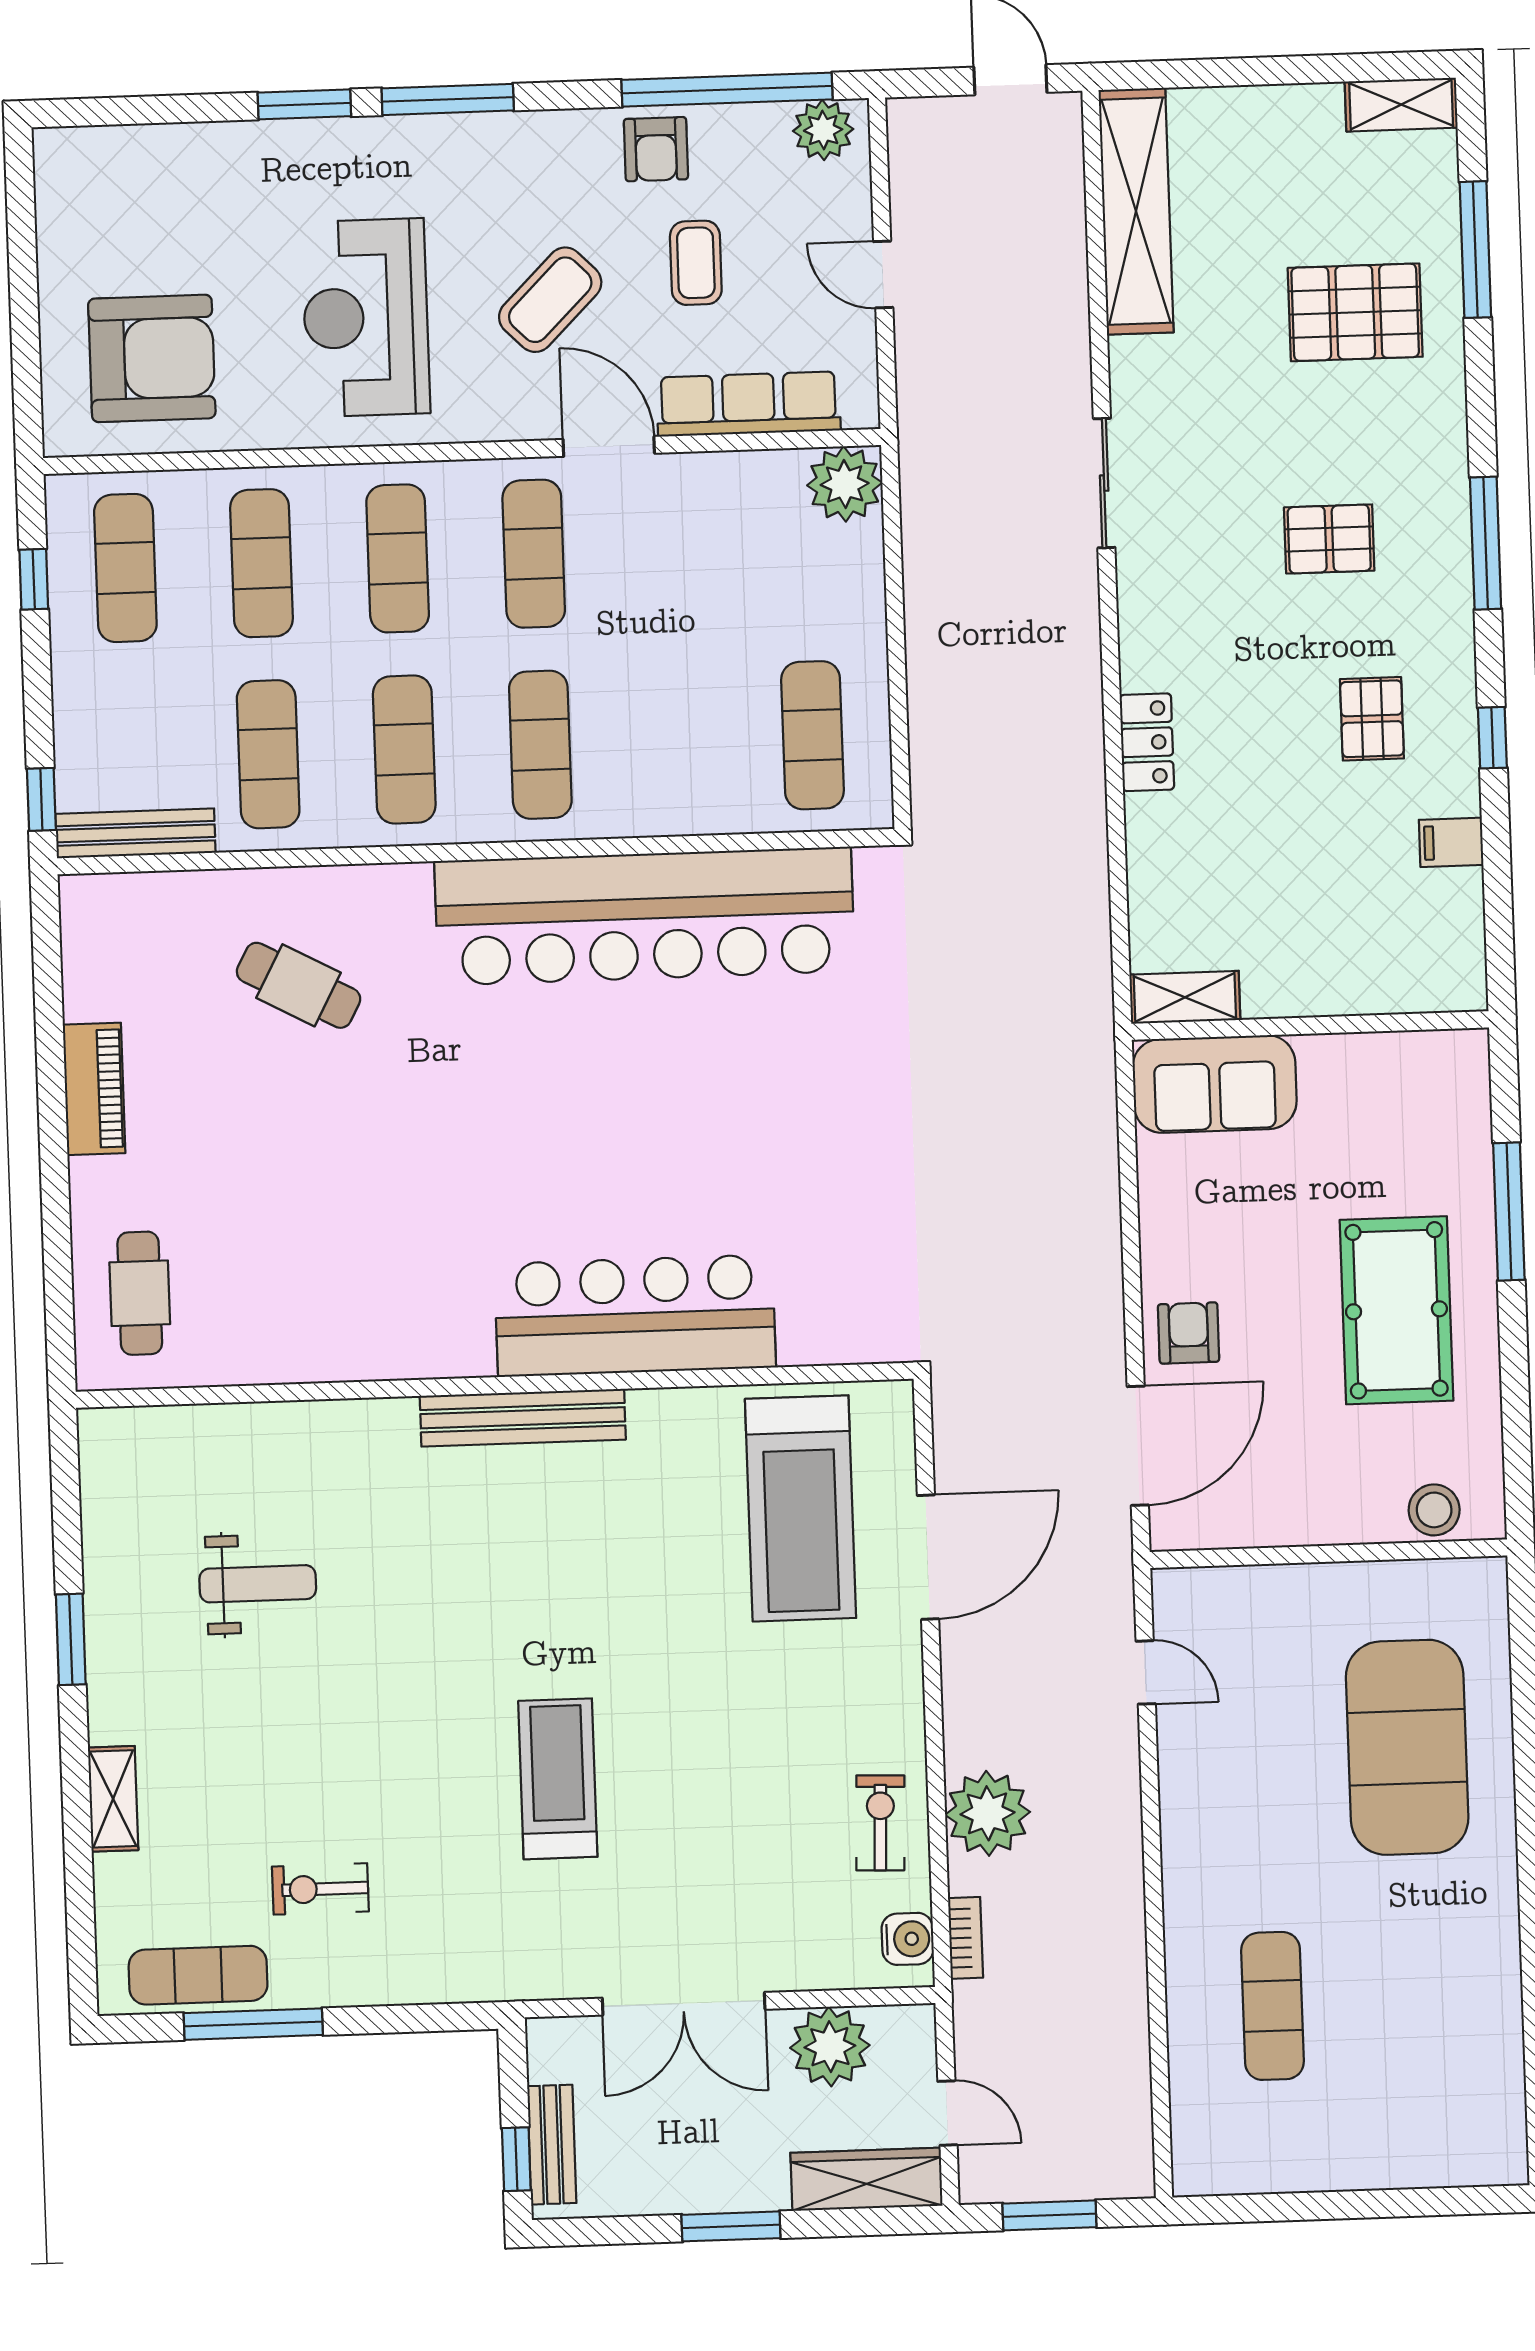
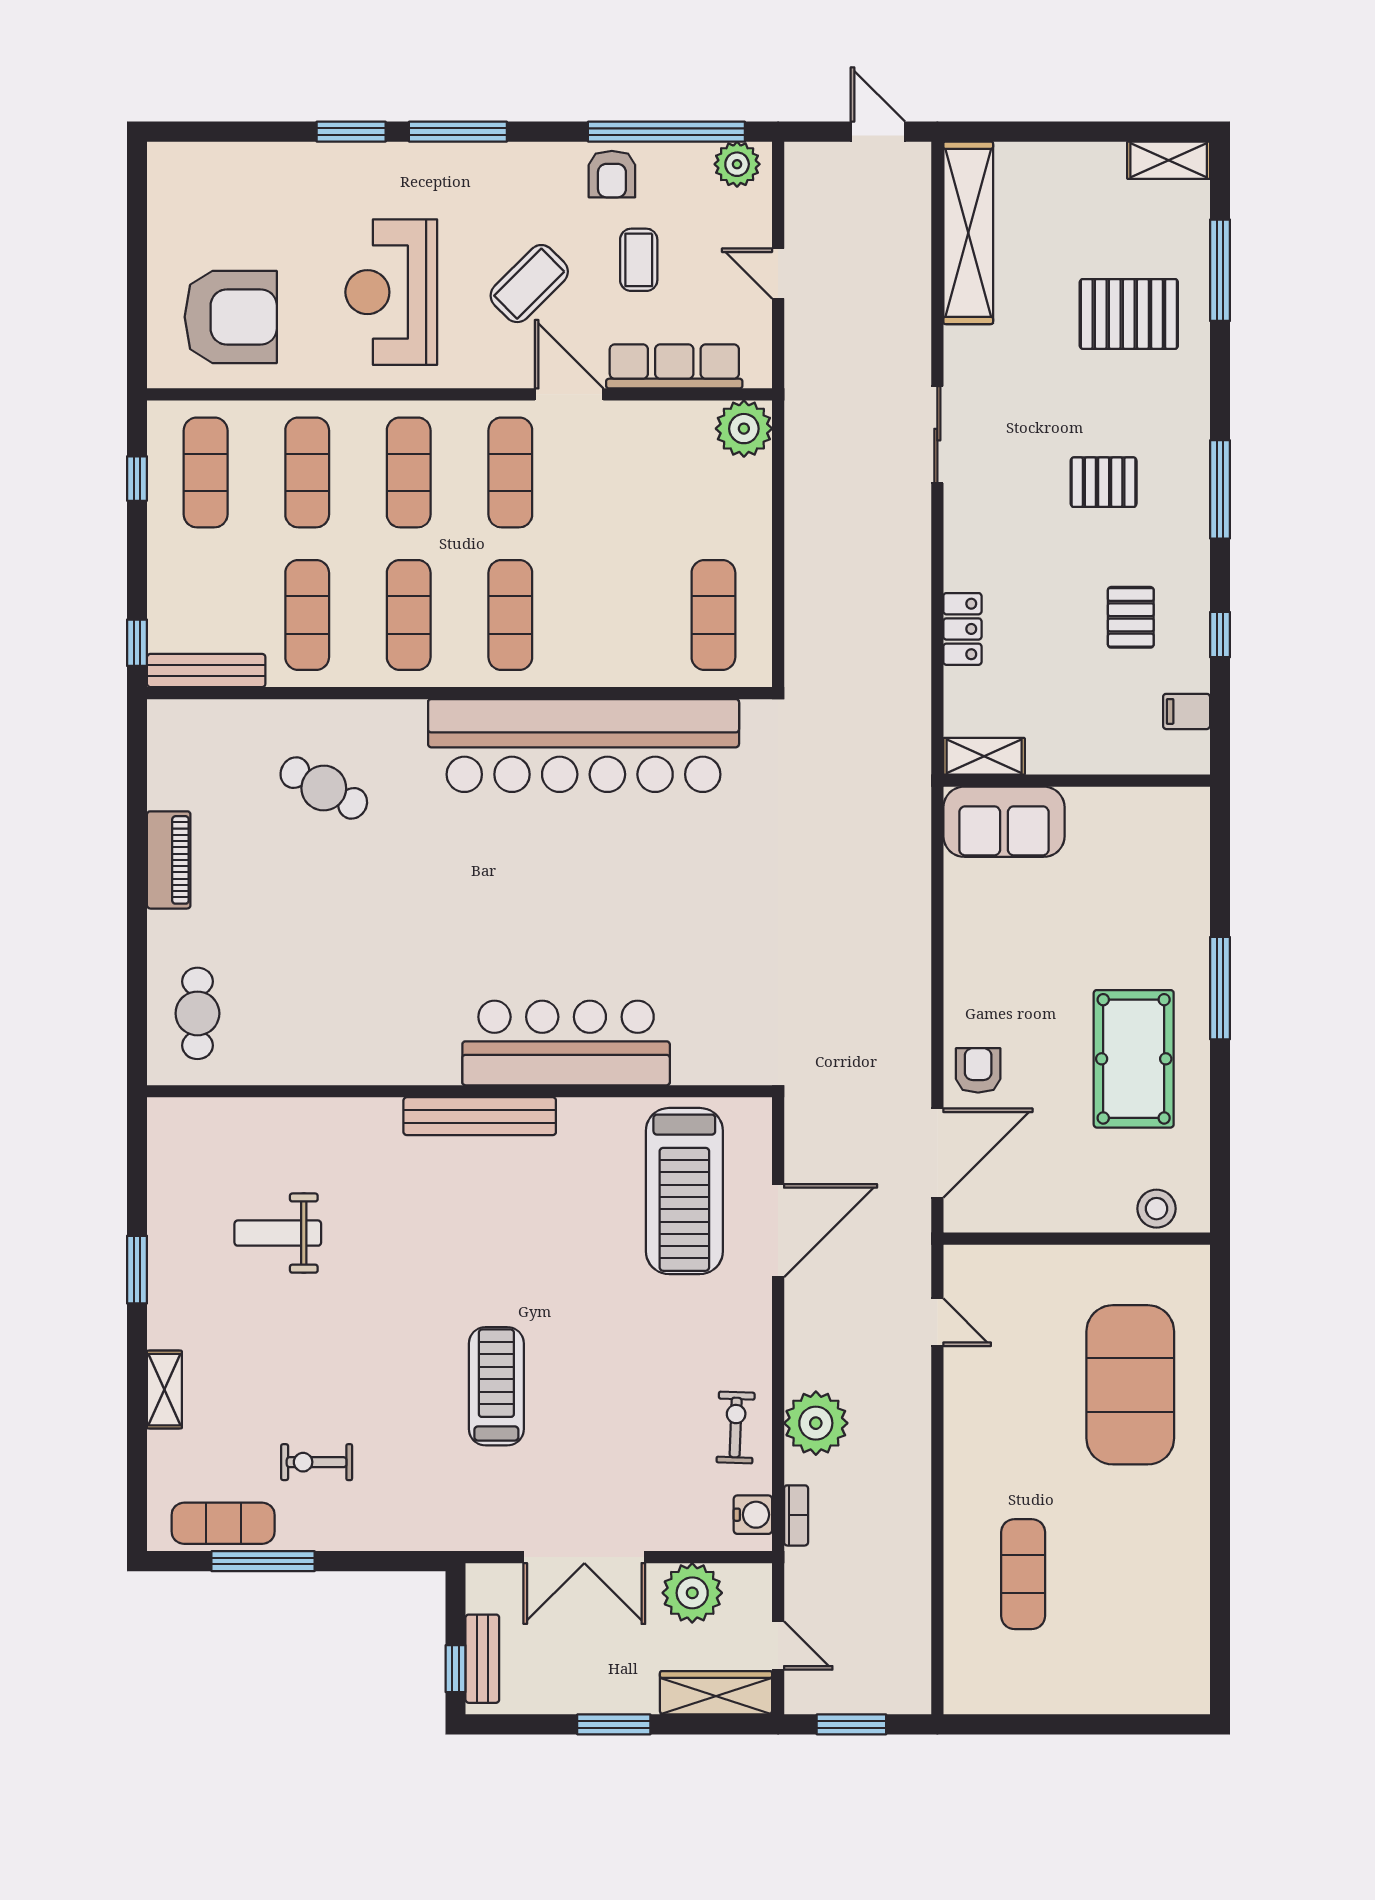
shelving: (1185, 997) -> (984, 756), moved
wall: (1310, 1026) -> (1077, 781), moved
sofa: (1215, 1084) -> (1004, 822), moved
weight bench: (258, 1584) -> (278, 1233), turned 180

